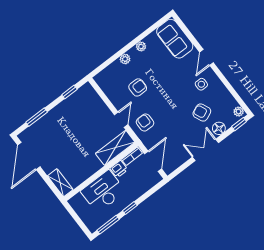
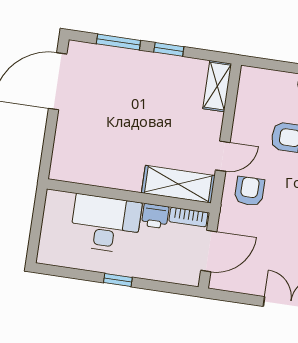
window: (69, 92) -> (169, 49), moved
shelving: (60, 183) -> (217, 86), moved
window: (108, 225) -> (68, 273), removed

